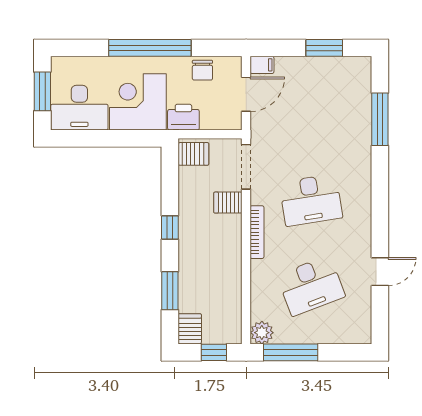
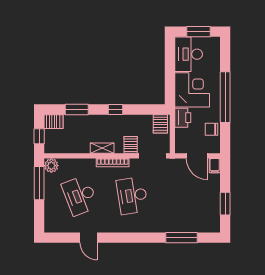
shelving: (233, 249) -> (102, 148), added

